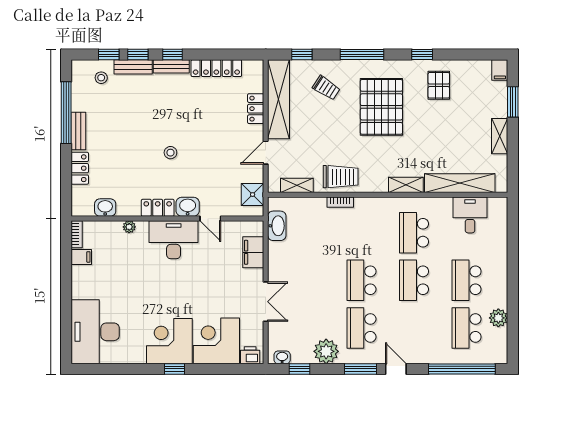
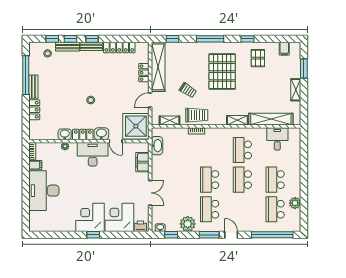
filing cabinet: (500, 70) -> (284, 49), moved
trolley: (326, 88) -> (188, 90), moved
shower: (253, 195) -> (136, 126), width x1.86, depth x1.86
washbasin: (105, 208) -> (65, 134), moved
desk: (95, 332) -> (44, 191), moved

